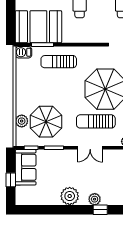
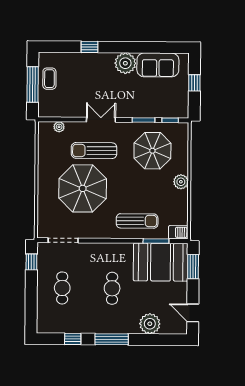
window: (11, 23) -> (193, 267), added
plant: (22, 121) -> (181, 182), moved
sun lounger: (96, 121) -> (94, 151), turned 180
sofa: (26, 167) -> (158, 65), moved, turned -90
plant: (95, 199) -> (96, 59), removed

